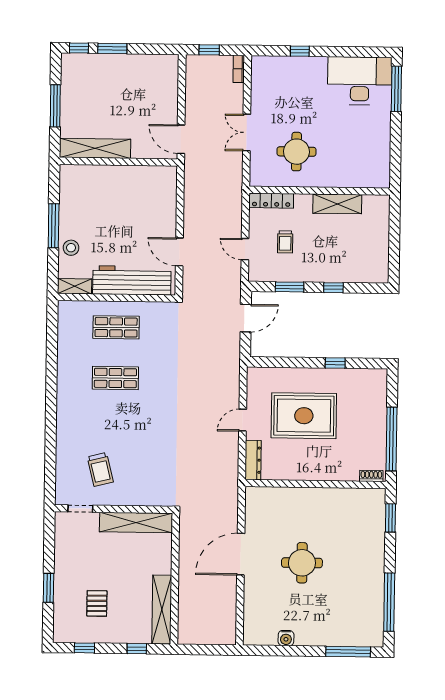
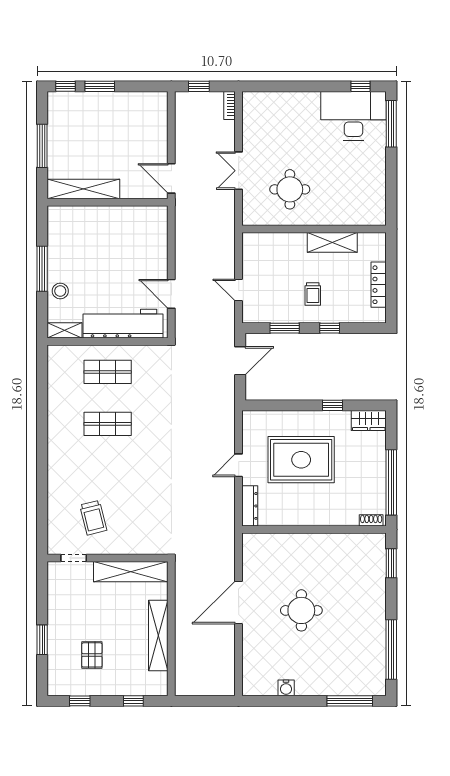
window: (300, 51) -> (360, 86), moved
locker: (271, 201) -> (379, 285), moved, turned 90
trolley: (285, 242) -> (313, 294), moved
wardrobe: (370, 378) -> (369, 420), added
shelving: (162, 610) -> (158, 636), moved

